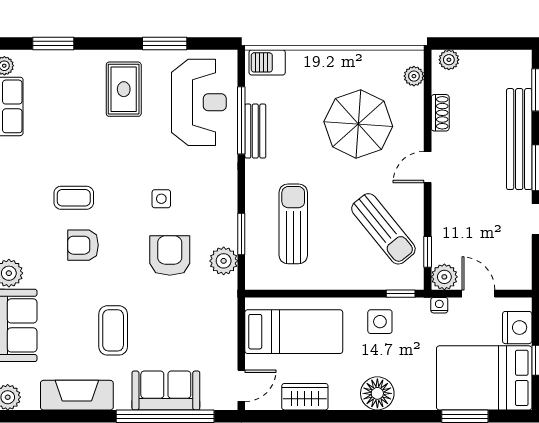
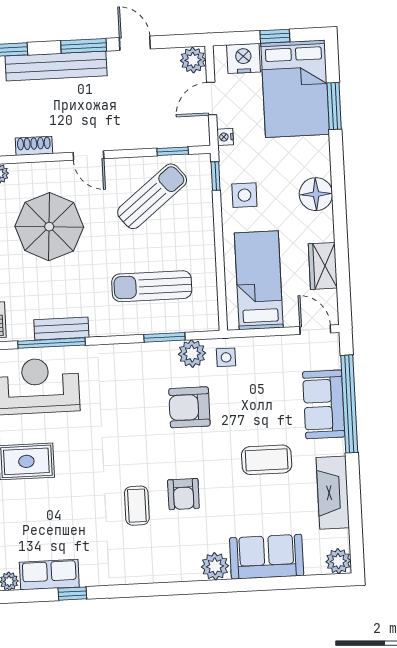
side table: (161, 199) -> (226, 357), moved
plant: (444, 277) -> (193, 60), moved

